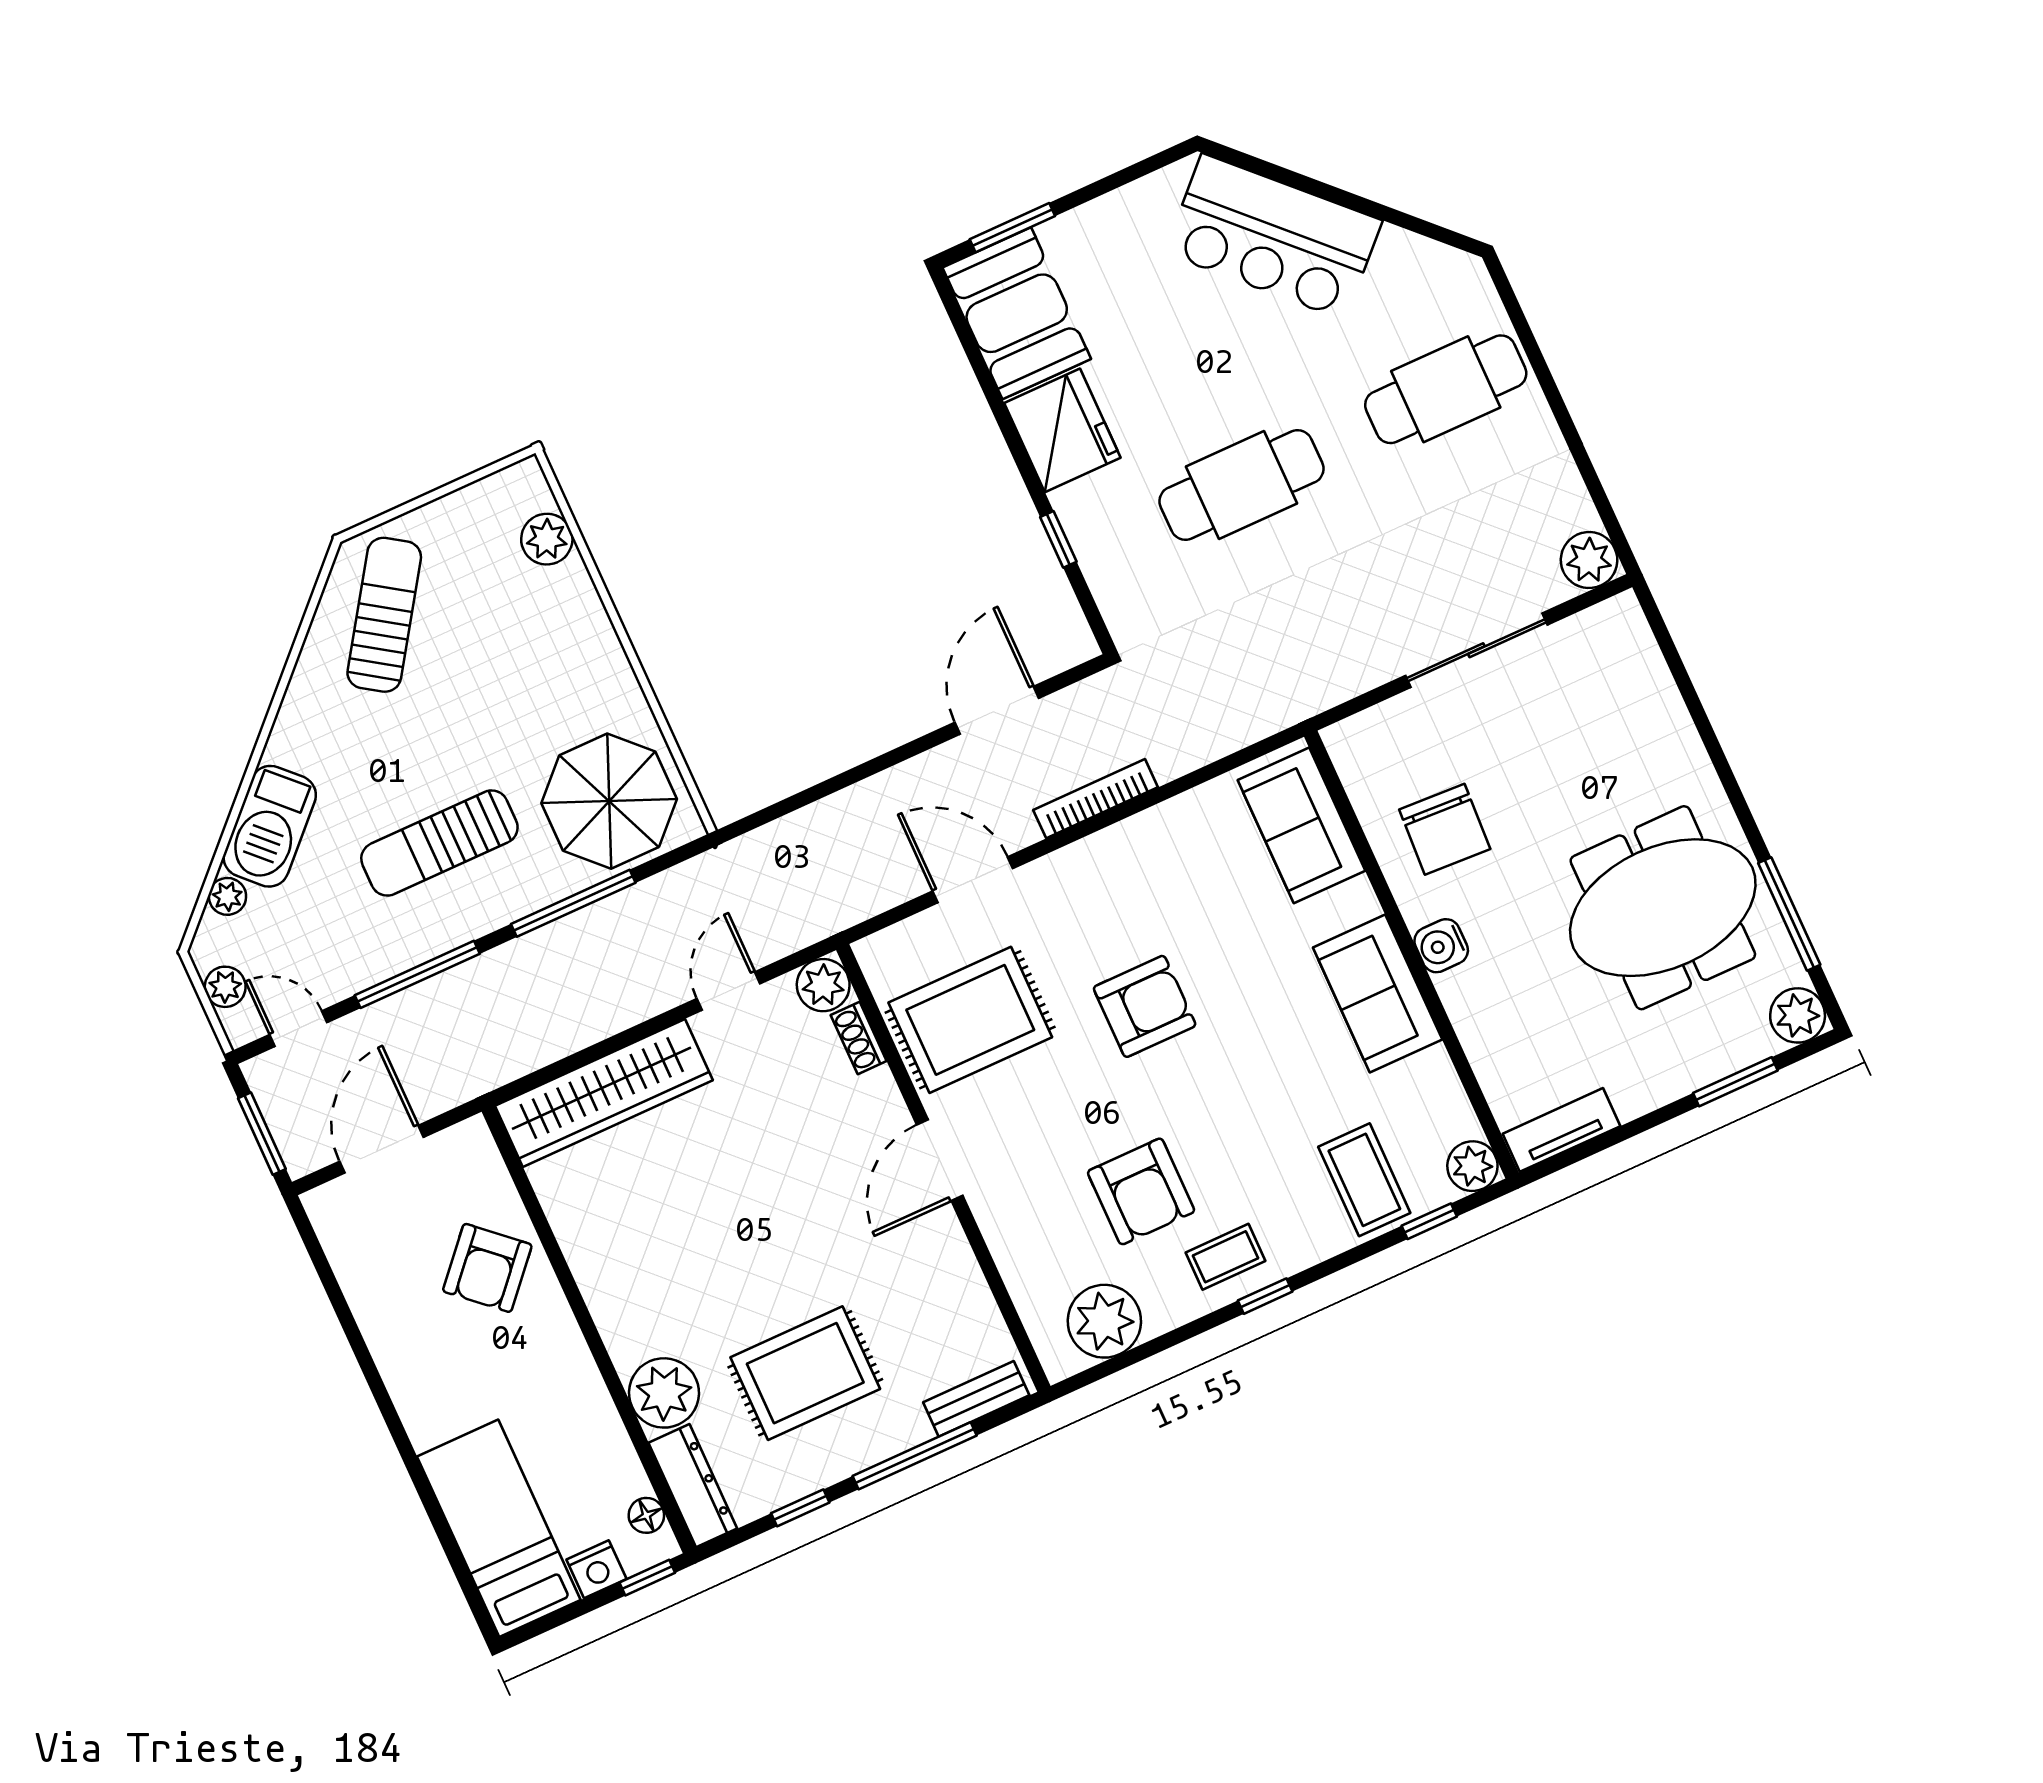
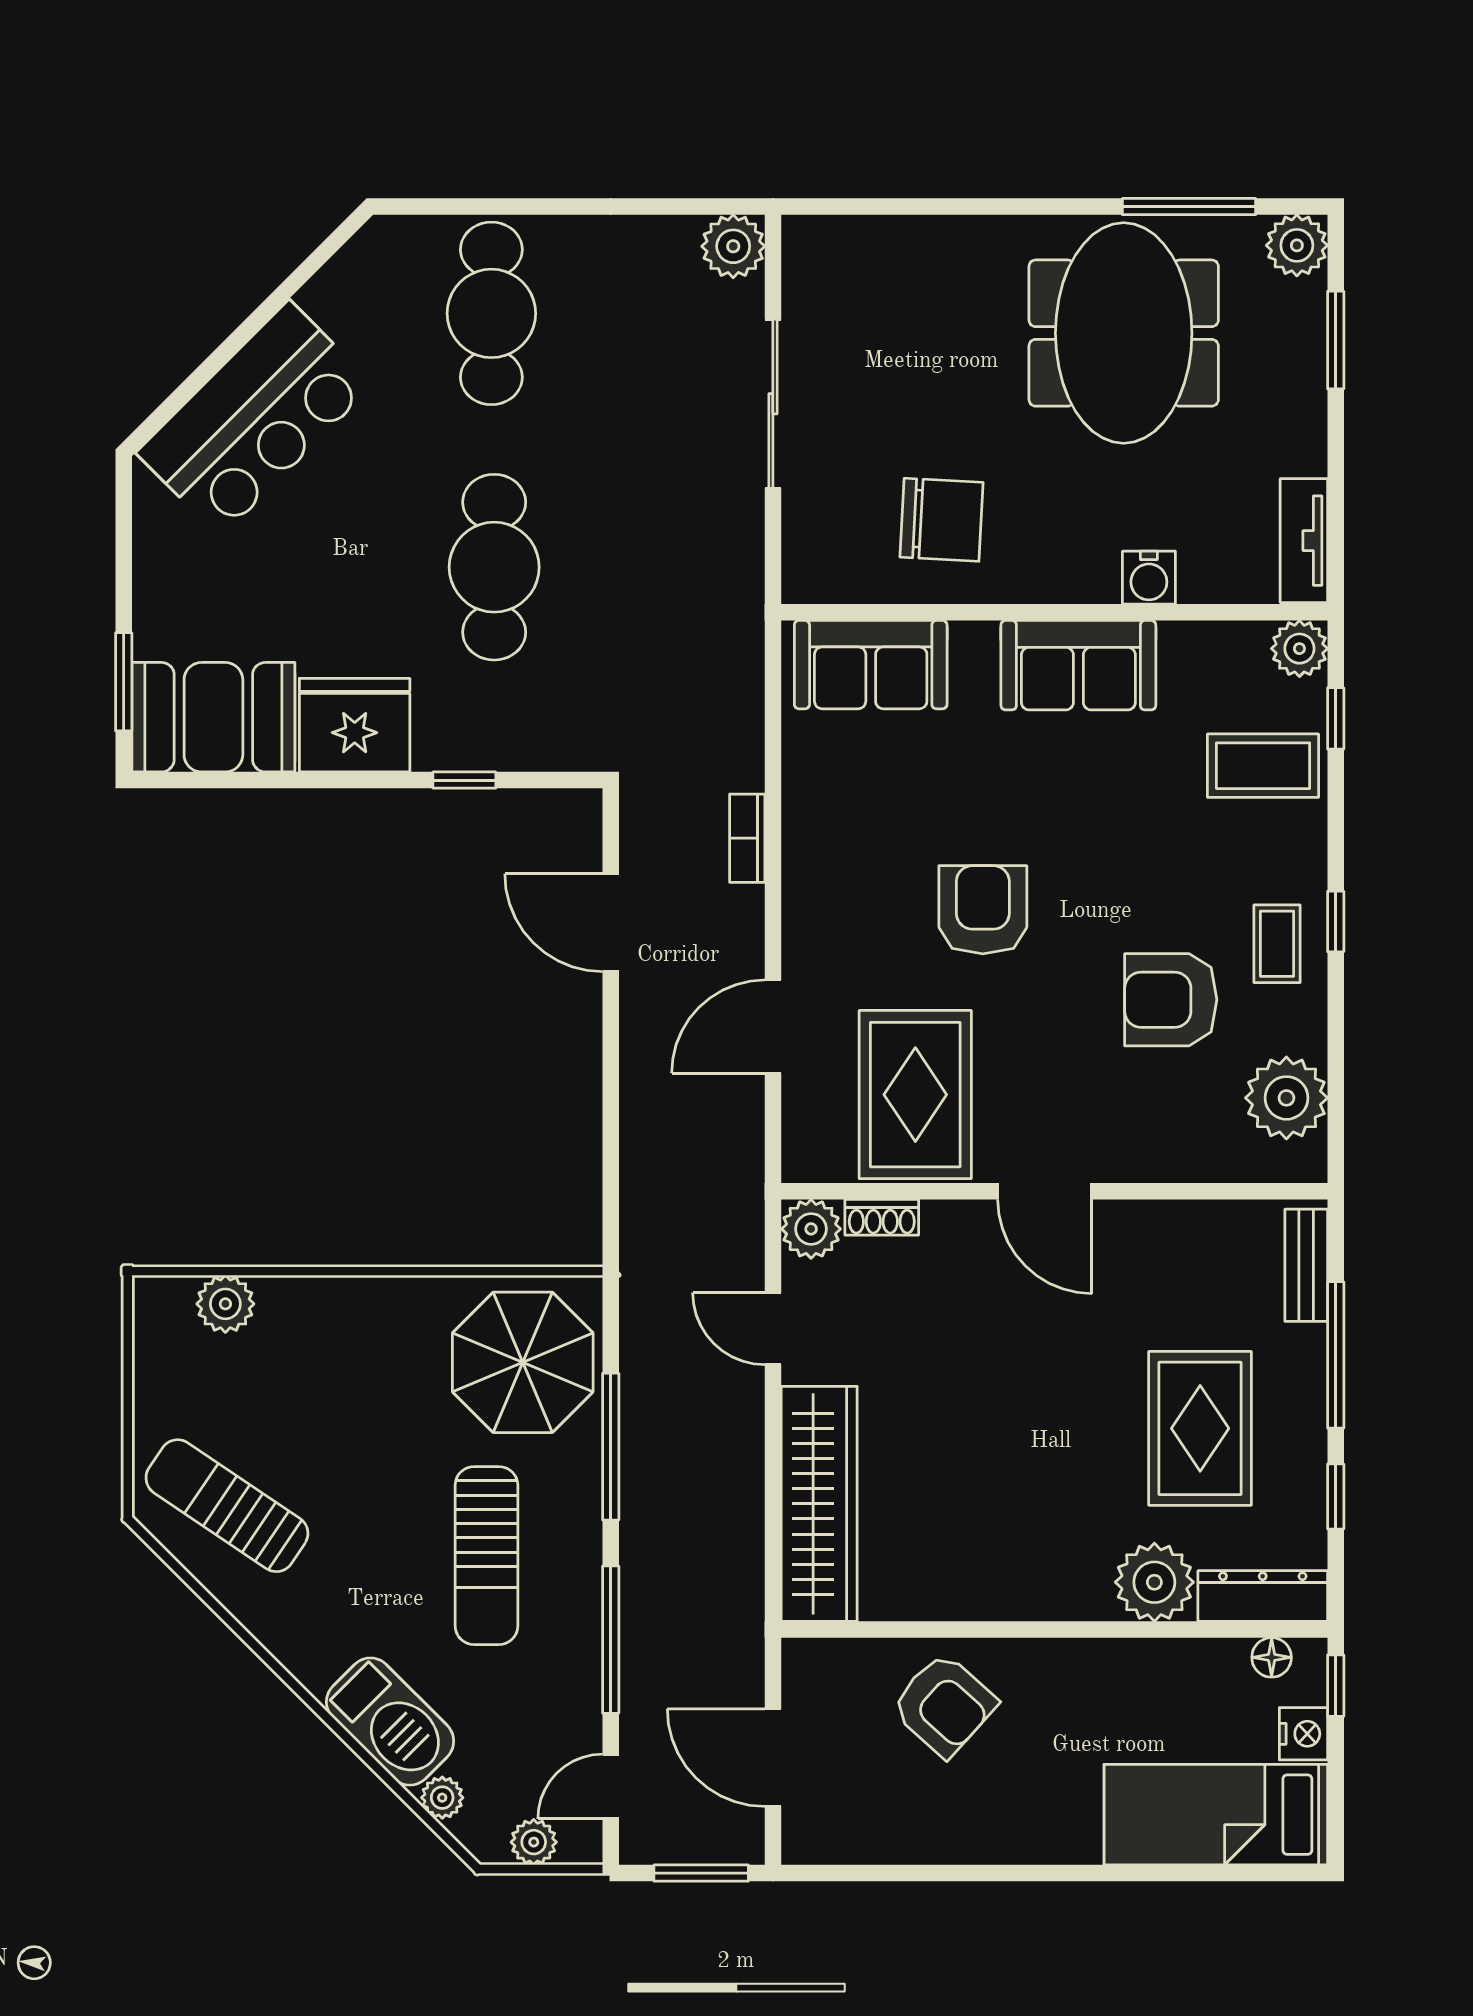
bookcase: (1096, 799) -> (747, 838), width x0.64
water cooler: (1441, 946) -> (1149, 578), moved
armchair: (1141, 1191) -> (1171, 1000), turned 180

